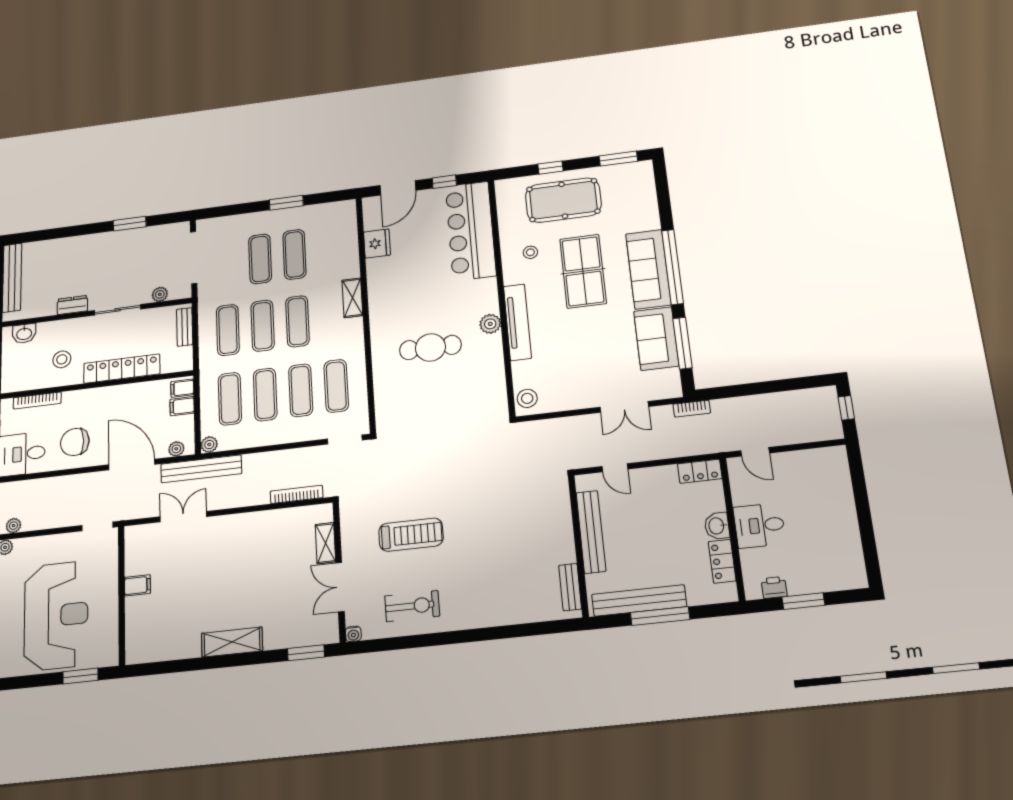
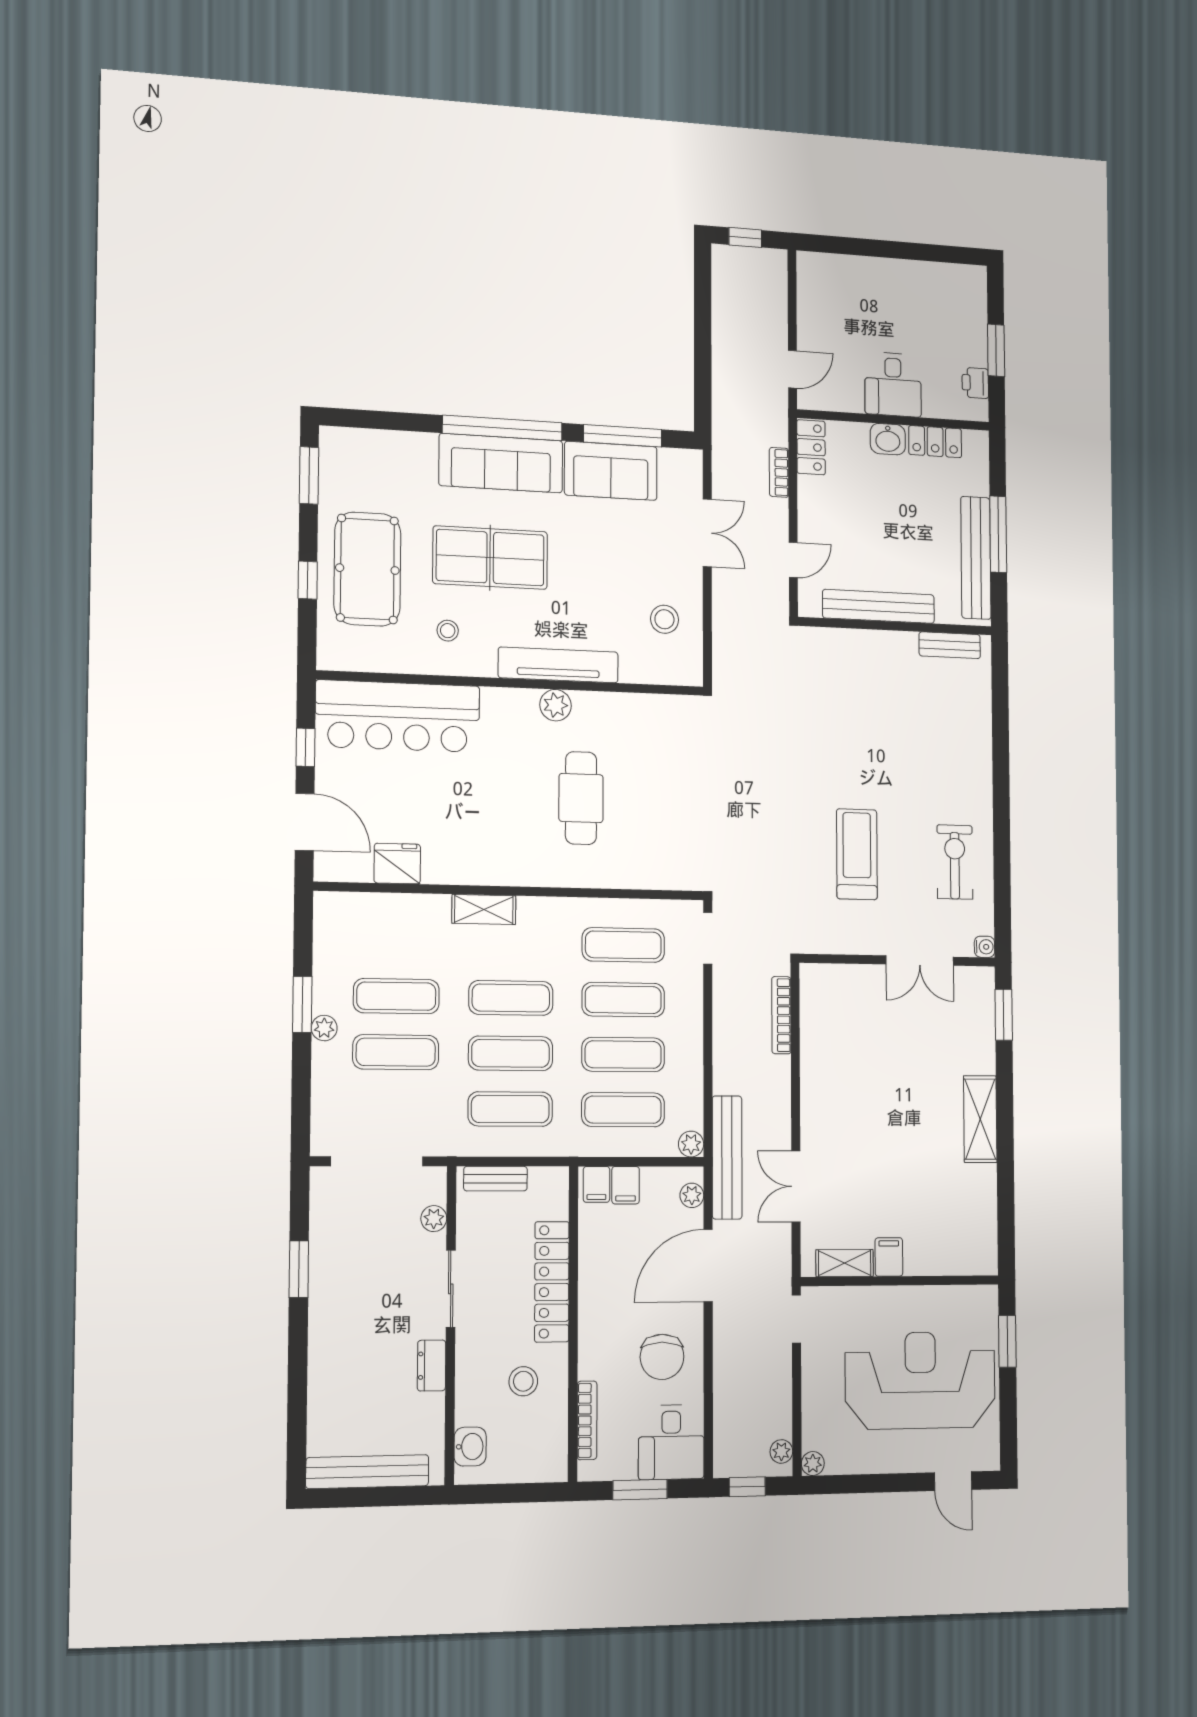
plant: (273, 217) -> (324, 1028), added
stool: (527, 398) -> (664, 619), moved
bookcase: (692, 409) -> (779, 472), moved, turned 180
shelving: (325, 543) -> (845, 1263), moved

